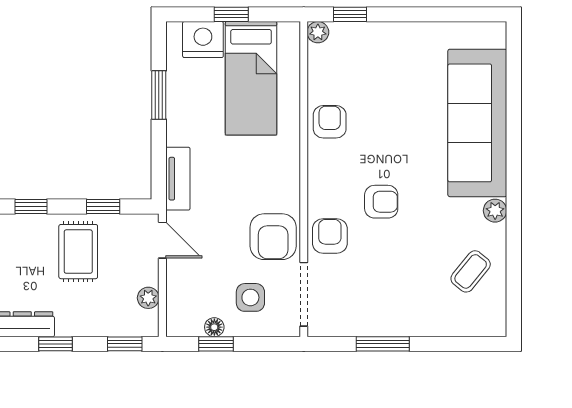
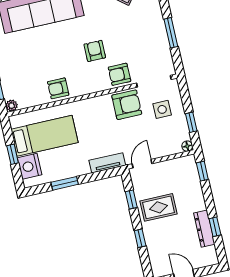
plant: (148, 298) -> (175, 164), removed
floor lamp: (214, 327) -> (187, 146), moved
window: (56, 344) -> (215, 227), moved

